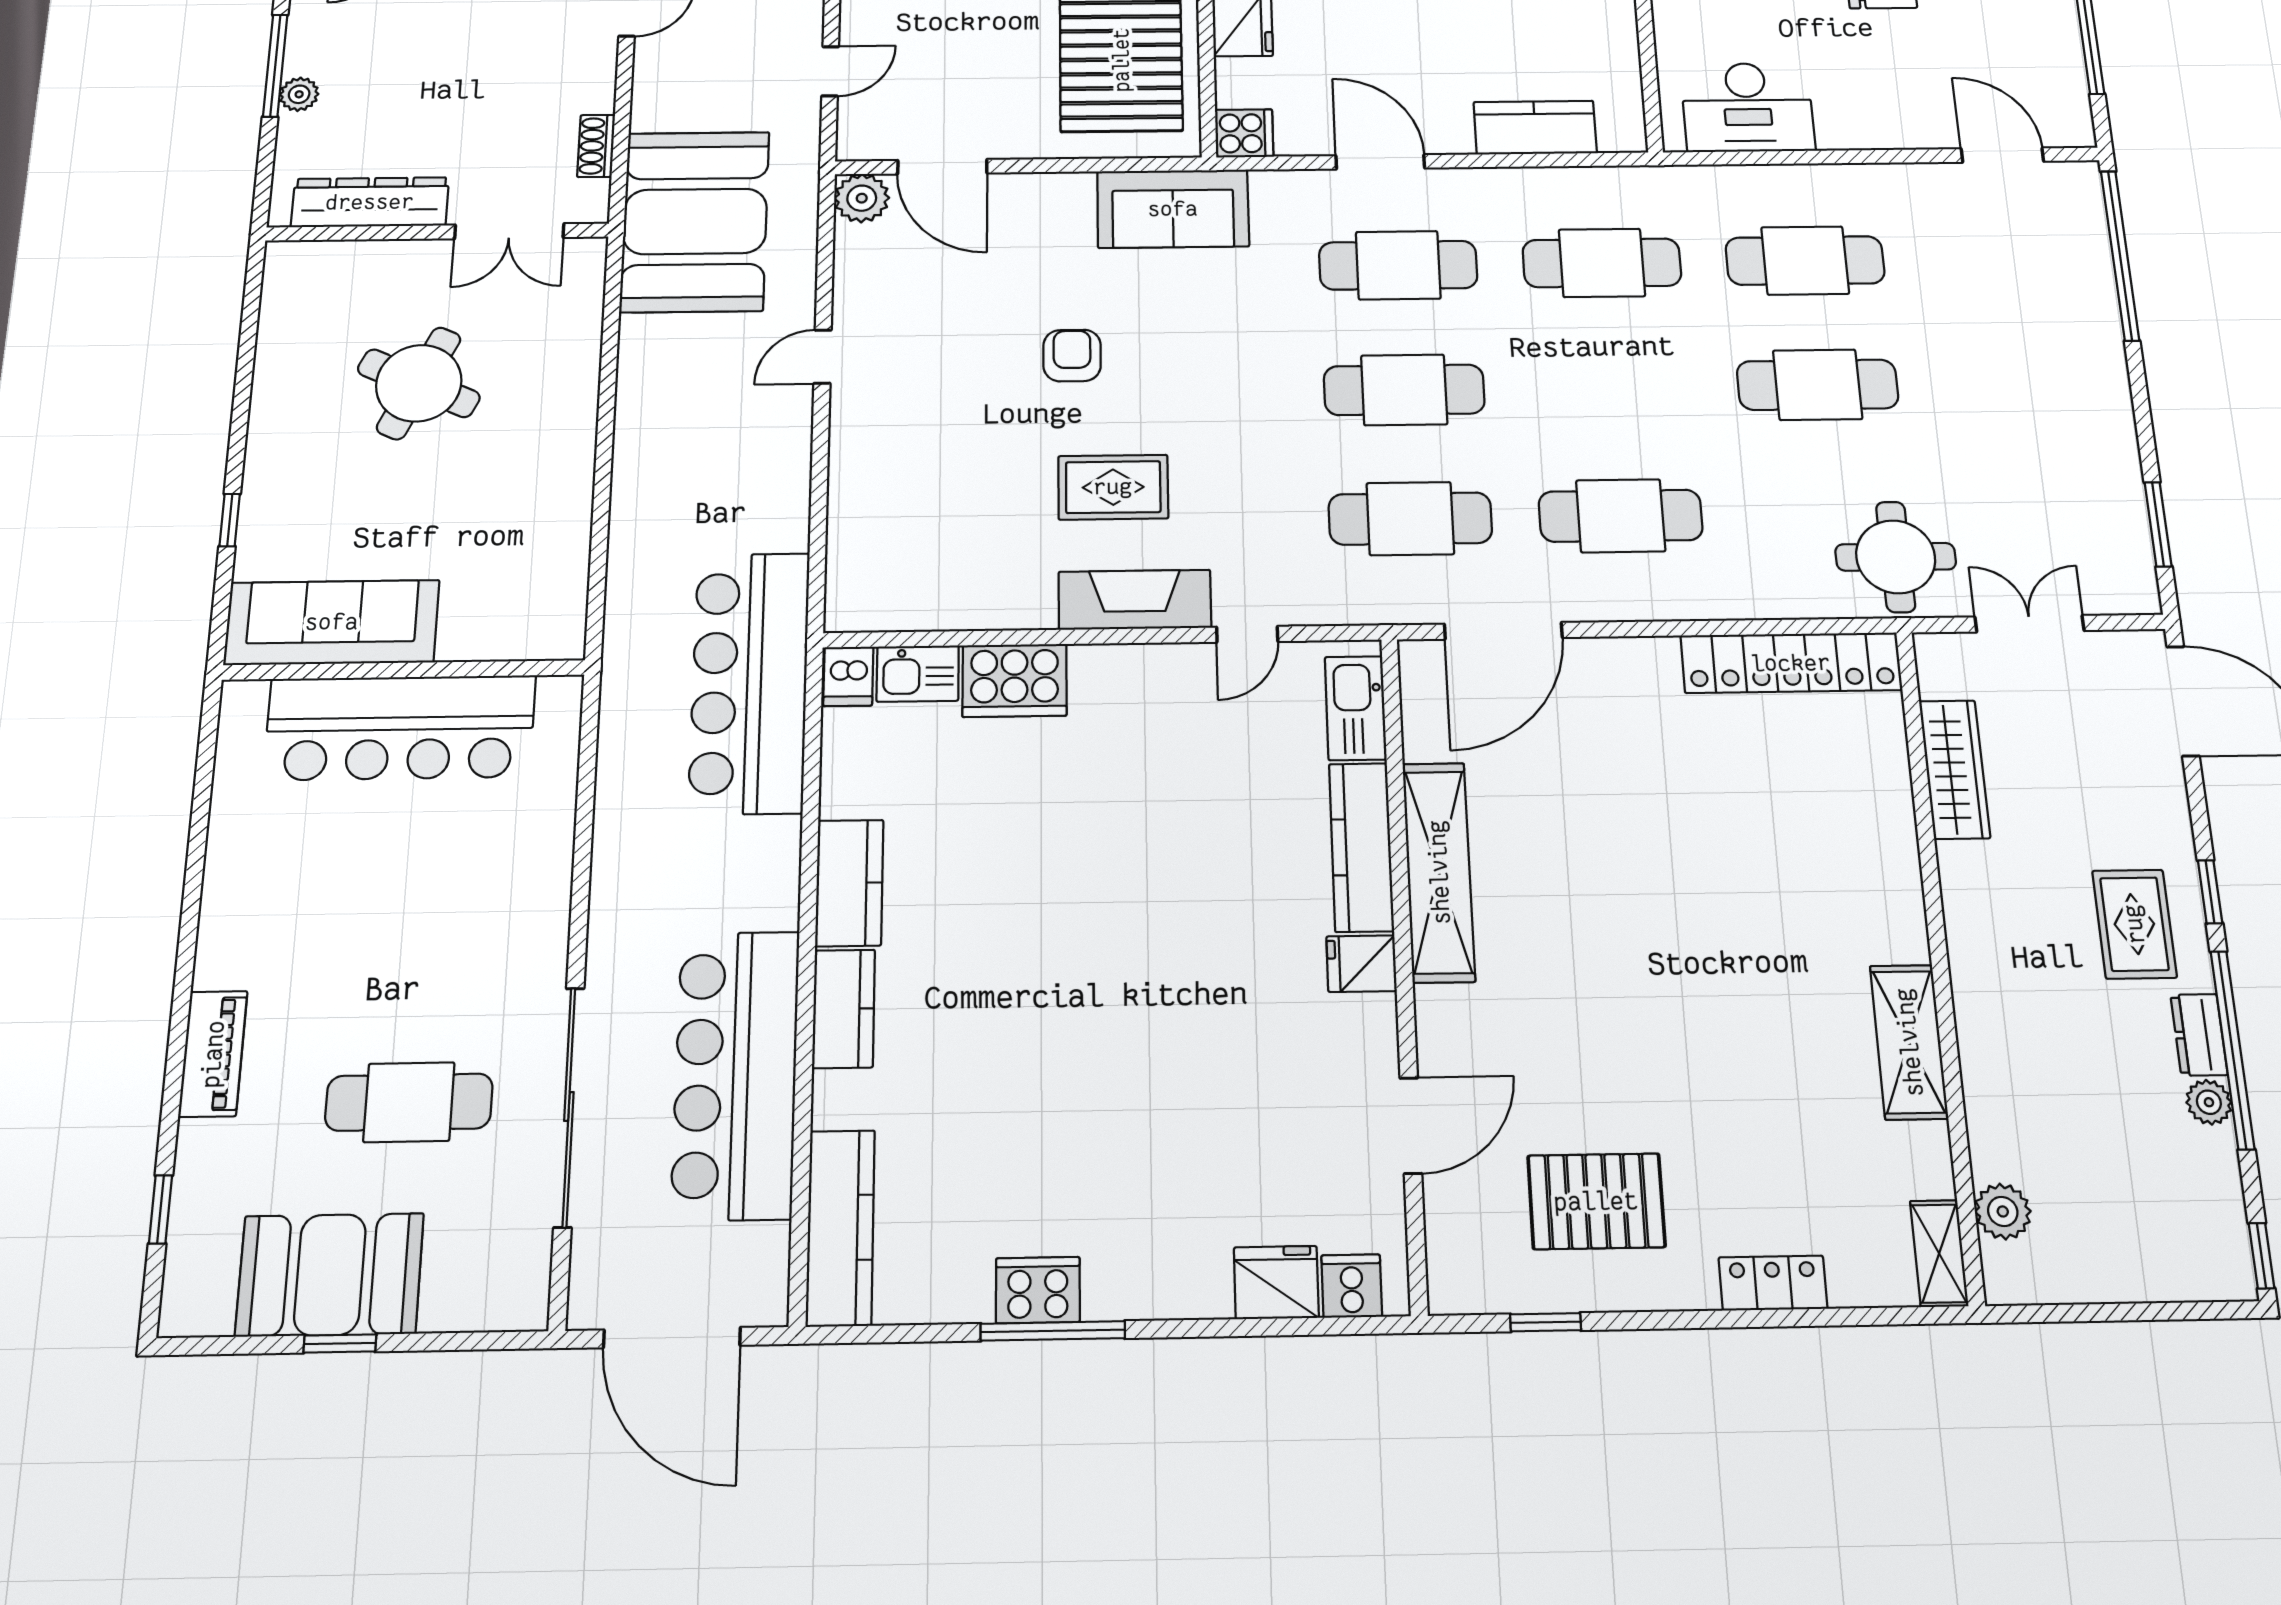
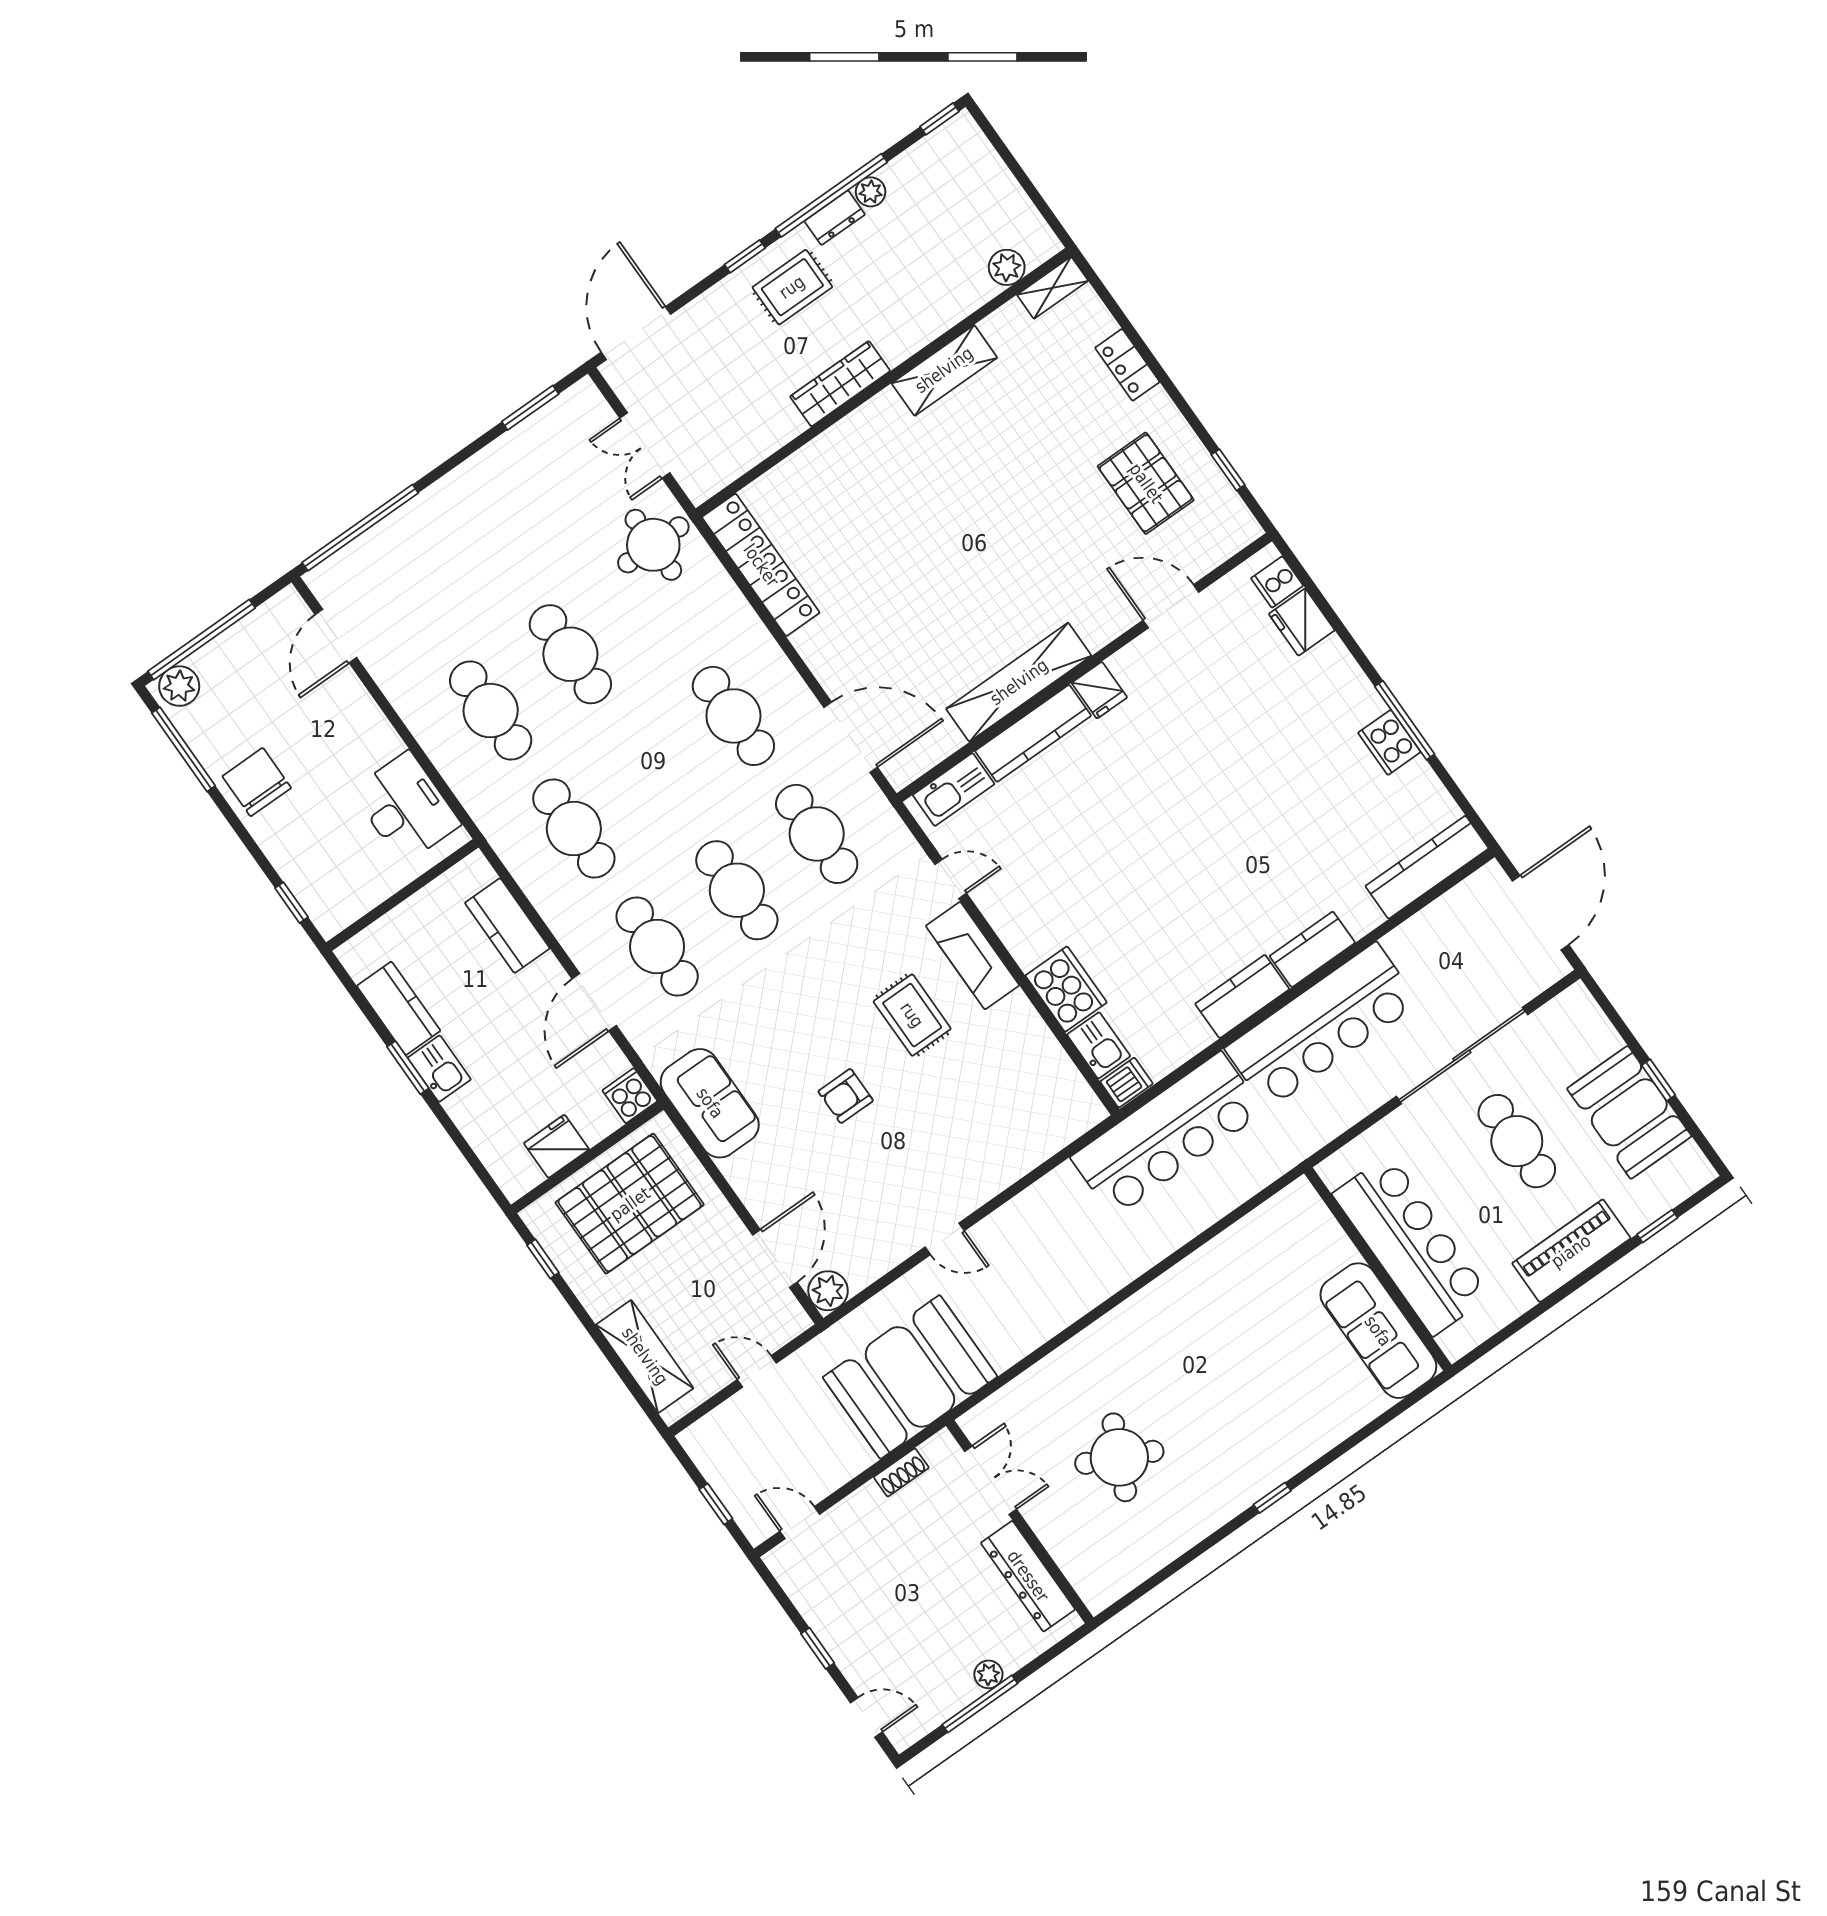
sofa: (332, 622) -> (1378, 1331), moved
wall: (404, 670) -> (1378, 1269), moved
bar counter: (400, 728) -> (1411, 1245), moved
wardrobe: (1955, 769) -> (840, 384), moved
piano: (213, 1054) -> (1571, 1251), width x1.37, depth x1.33
bar counter: (736, 1074) -> (1322, 1026), moved

